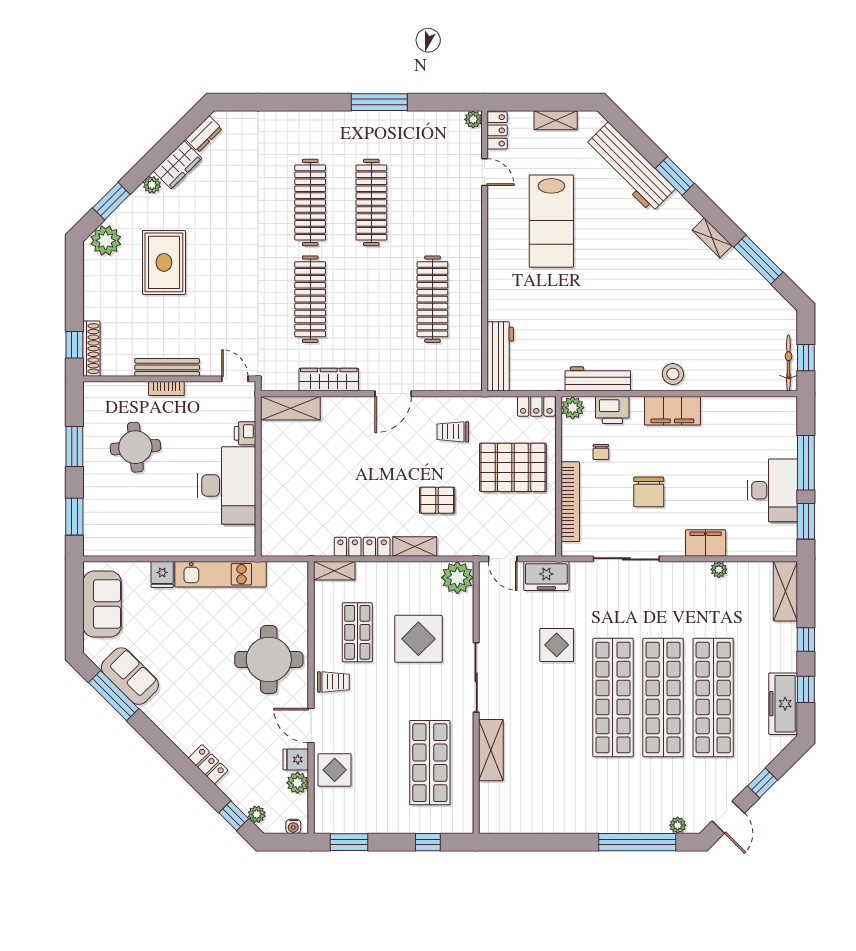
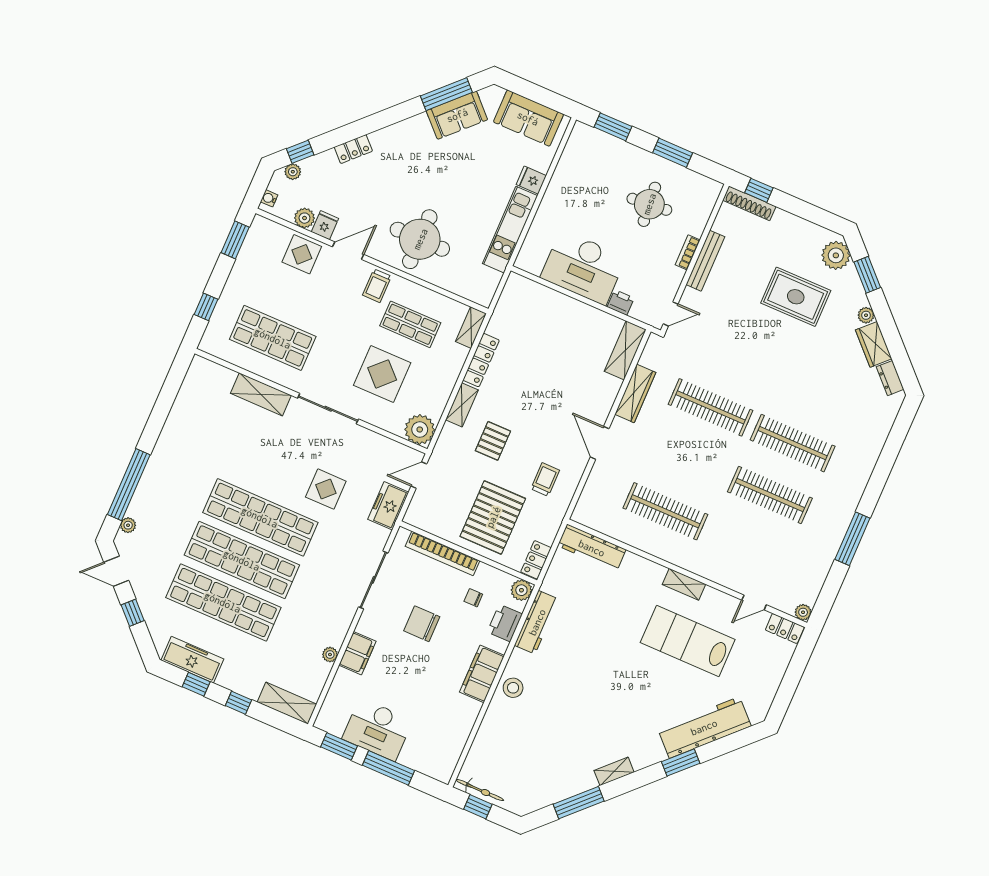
shelving: (556, 120) -> (684, 584), moved, turned 90

